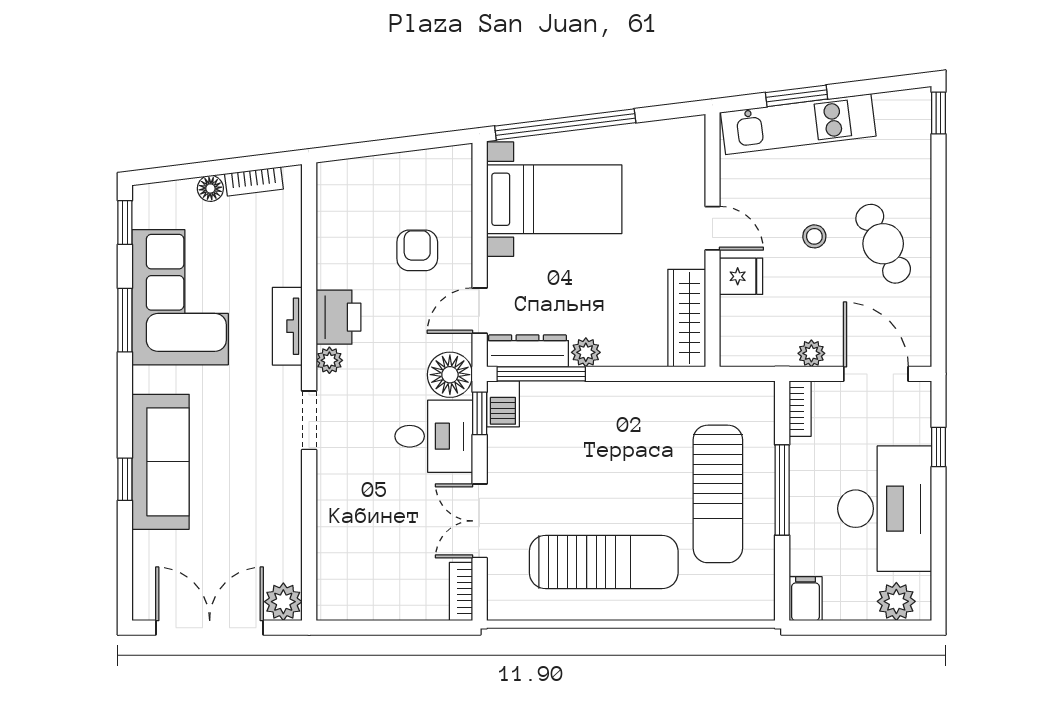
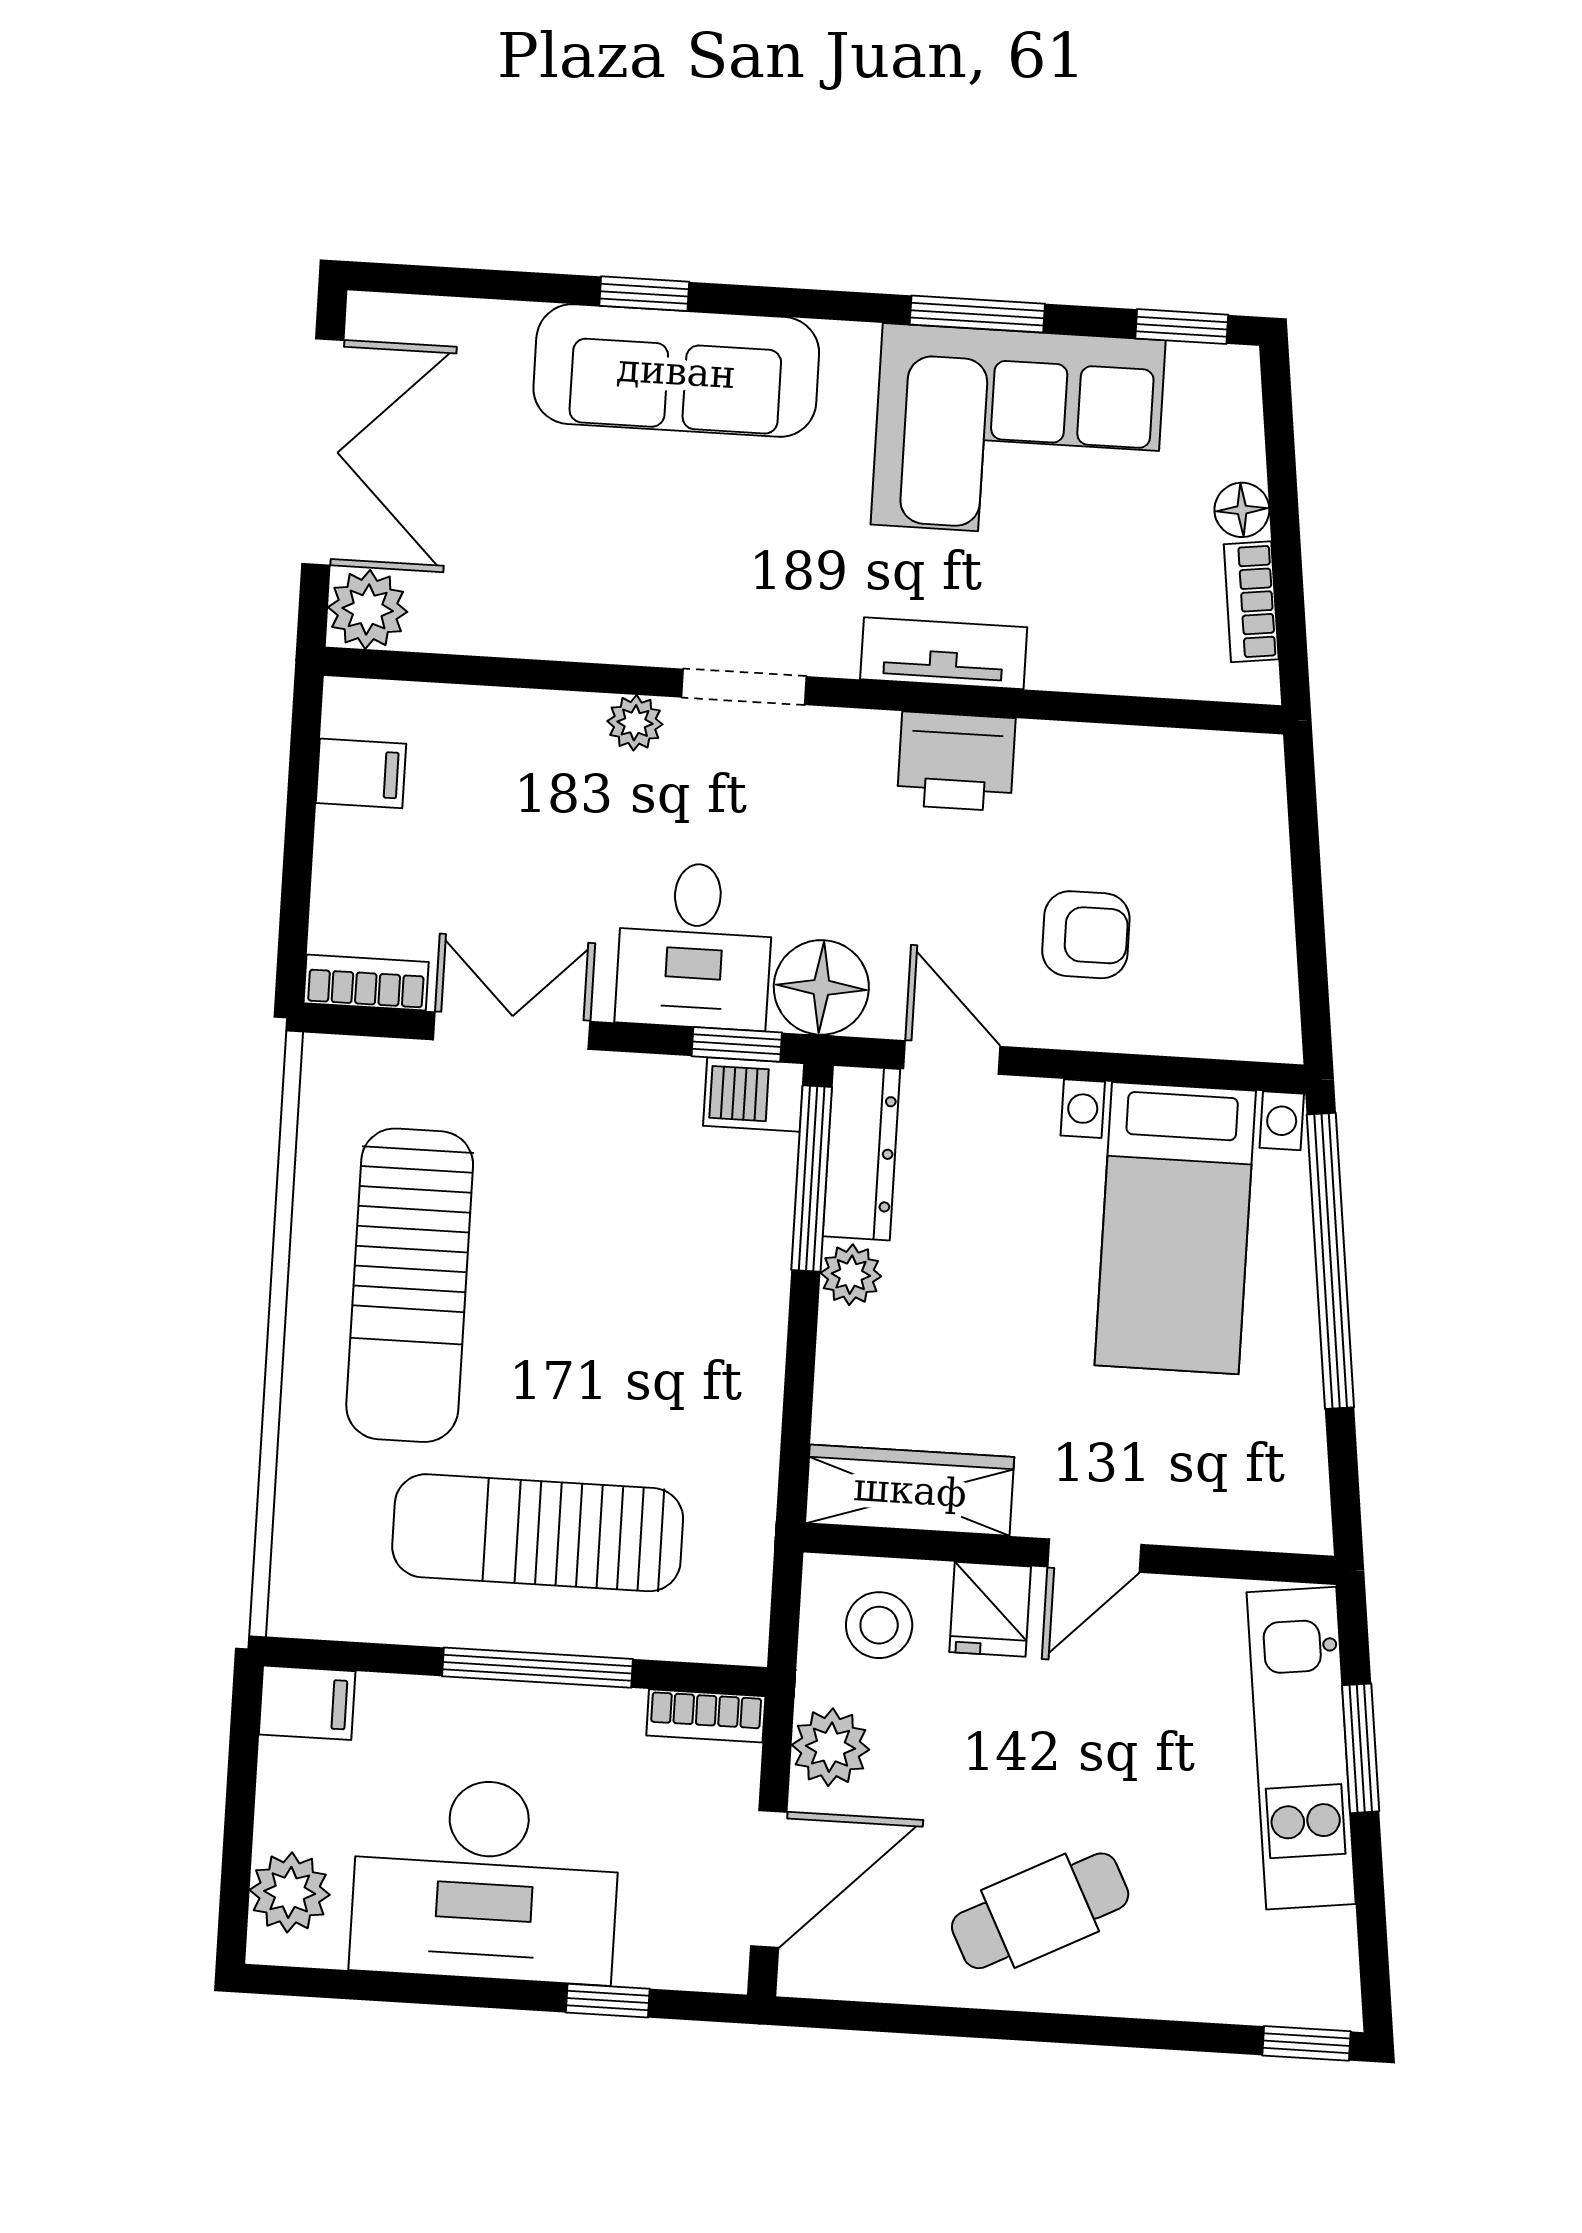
stool: (814, 236) -> (879, 1625), moved, width x1.37, depth x1.37
plant: (811, 353) -> (830, 1747), width x1.38, depth x1.38
plant: (329, 360) -> (635, 723), moved
filing cabinet: (361, 600) -> (361, 773), added

